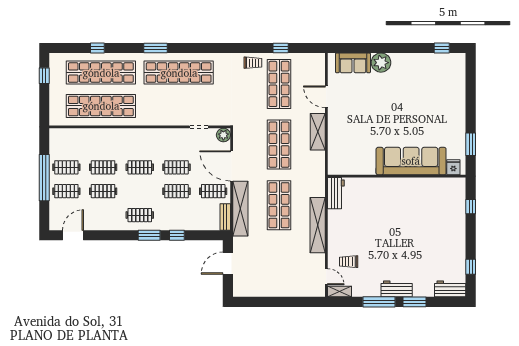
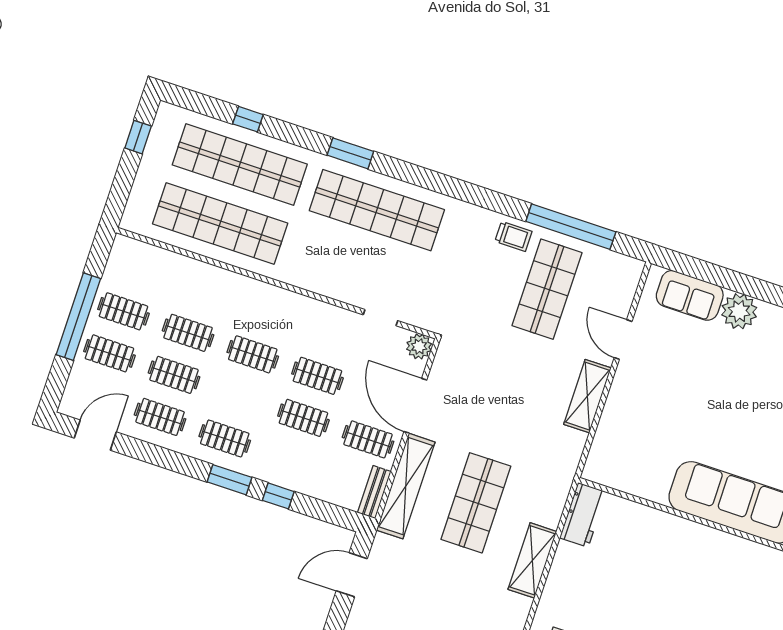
window: (281, 48) -> (571, 227), width x3.17
shop shelf: (279, 145) -> (511, 396), removed
clothes rail: (103, 215) -> (160, 417), added
shelving: (318, 225) -> (532, 560), width x0.68

